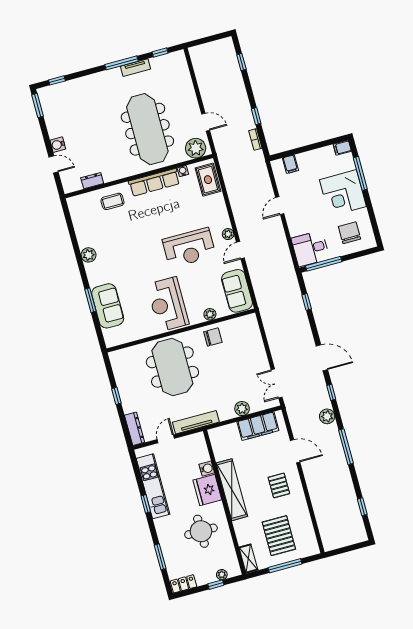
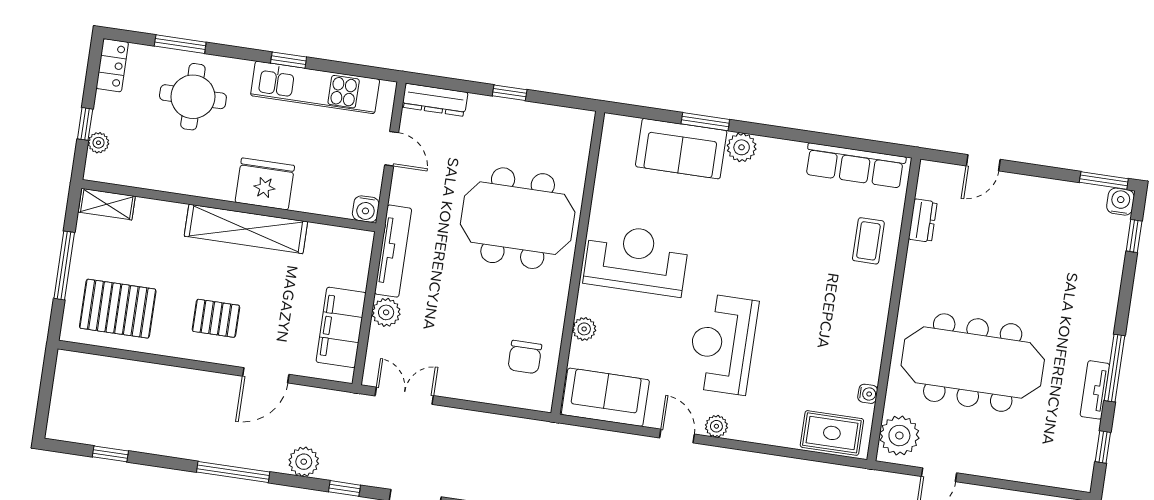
water cooler: (58, 145) -> (1120, 202), moved
row of seats: (154, 182) -> (855, 166), moved, turned -90
plant: (89, 255) -> (742, 147), moved
chair: (213, 337) -> (525, 357), moved
tv unit: (196, 422) -> (393, 251), moved
water cooler: (207, 469) -> (366, 209), moved
round table: (201, 531) -> (193, 97), moved
pallet: (279, 536) -> (118, 309), moved

